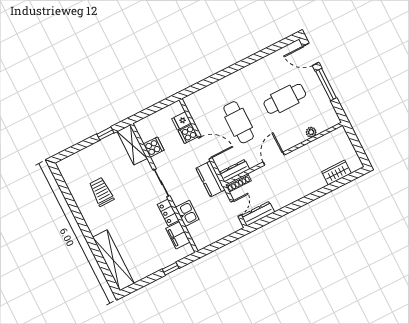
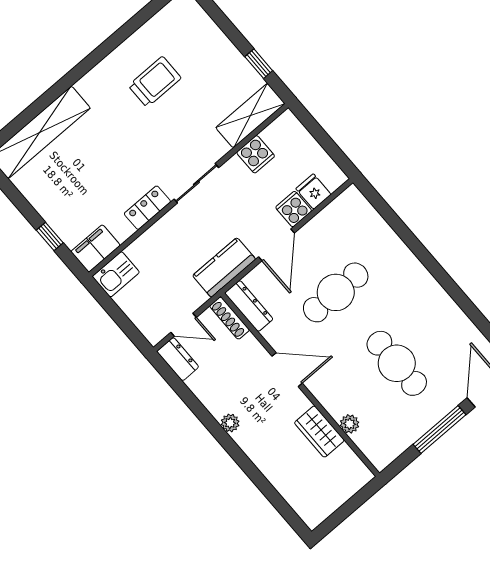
wardrobe: (337, 172) -> (319, 432), moved, turned 180
plant: (295, 196) -> (230, 423), added
kitchen sink: (187, 213) -> (116, 274), moved
dresser: (258, 214) -> (178, 359), width x0.70
filing cabinet: (178, 235) -> (96, 248), moved

